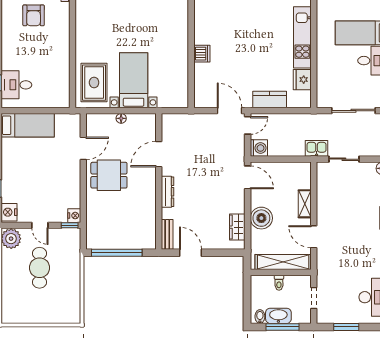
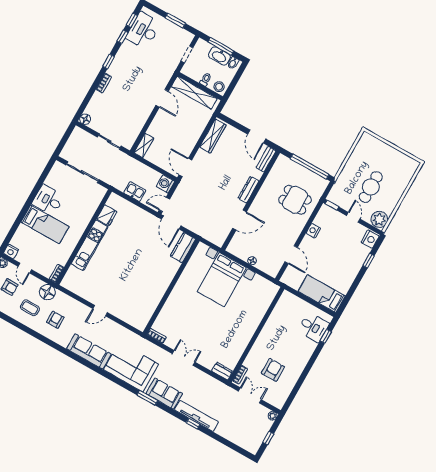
dishwasher: (202, 54) -> (168, 274), removed
bed with nightstands: (134, 80) -> (222, 280), width x1.36
rug: (94, 83) -> (257, 297), removed
kitchen counter: (270, 100) -> (183, 247), moved, turned 90
door: (83, 148) -> (291, 255), swing flipped
kitchen sink: (317, 148) -> (135, 192), moved, turned 180
dining table: (109, 175) -> (295, 200), moved
shelving: (305, 204) -> (144, 145), moved
nightstand: (74, 216) -> (313, 231), moved
boiler: (261, 218) -> (192, 133), removed
wardrobe: (237, 227) -> (213, 136), width x1.50
stool: (260, 283) -> (219, 87), added

